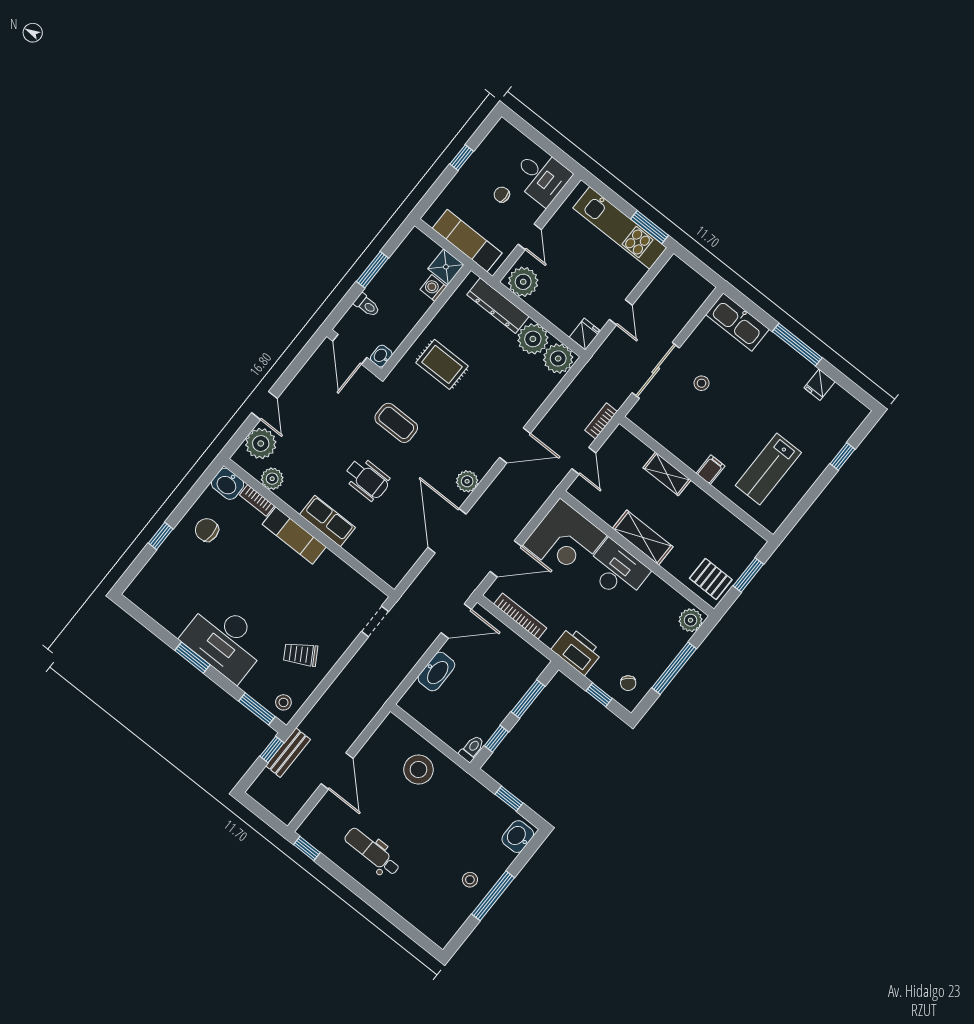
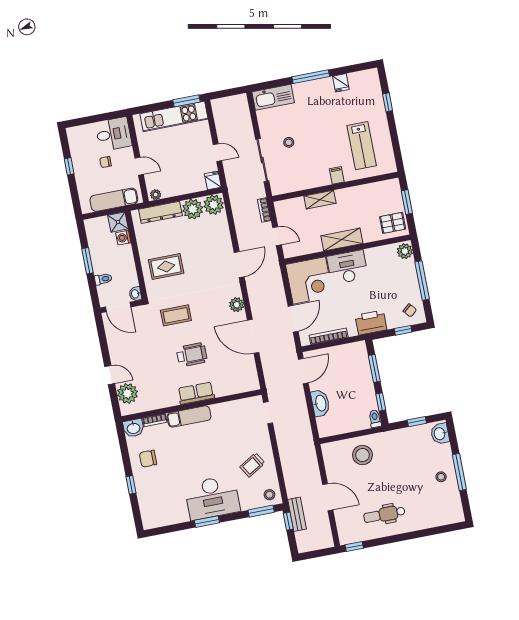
plant: (523, 282) -> (156, 195), width x0.53, depth x0.53
plant: (272, 479) -> (150, 403), removed

